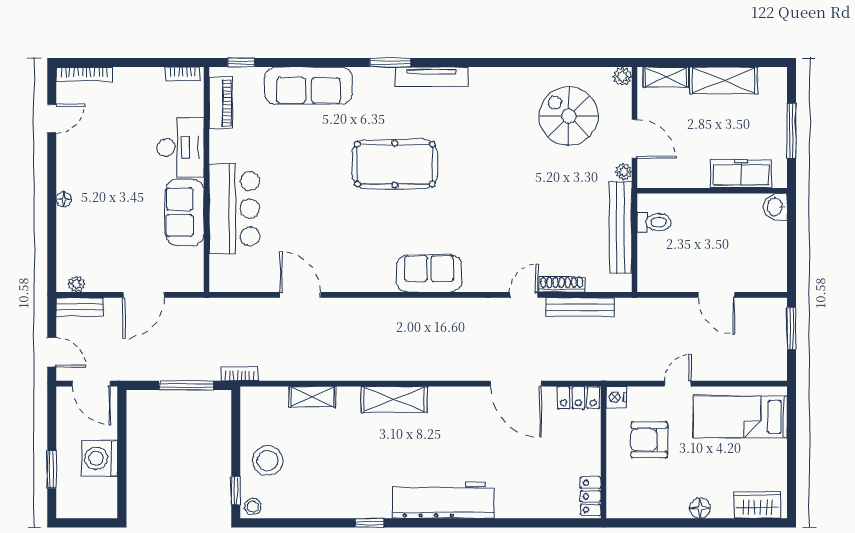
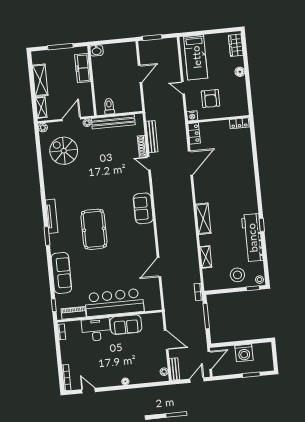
spiral stairs: (569, 116) -> (64, 151), turned 90
bar counter: (234, 209) -> (114, 303), width x1.36
workbench: (443, 500) -> (252, 238), moved

